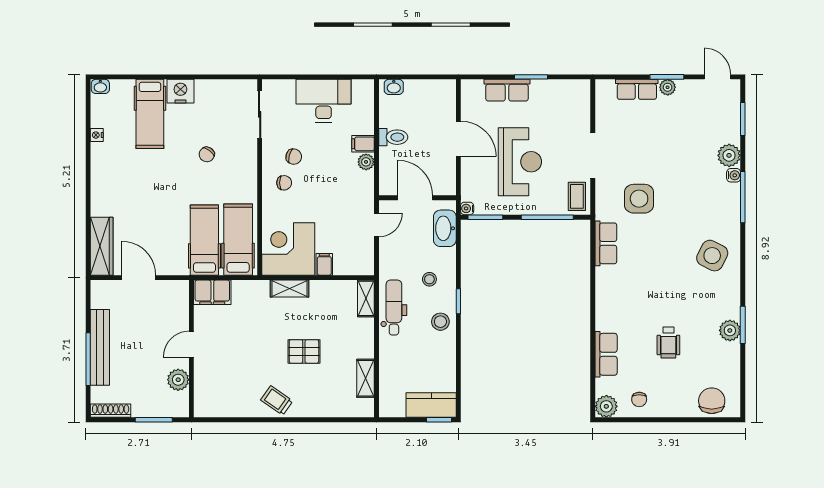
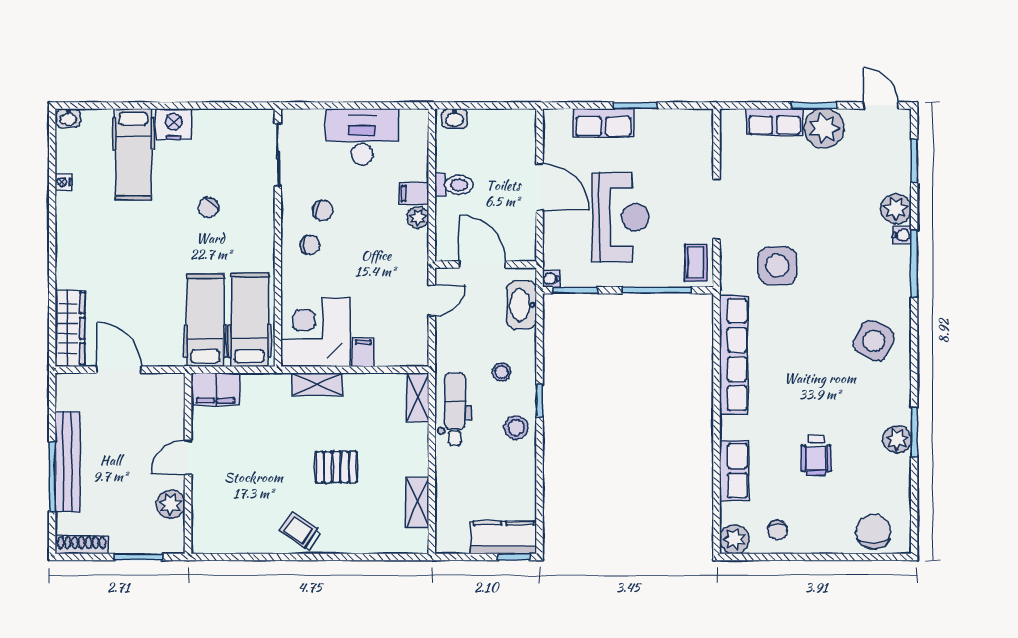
plant: (668, 87) -> (824, 128), width x1.87, depth x1.87
row of seats: (606, 243) -> (734, 355), width x2.02

